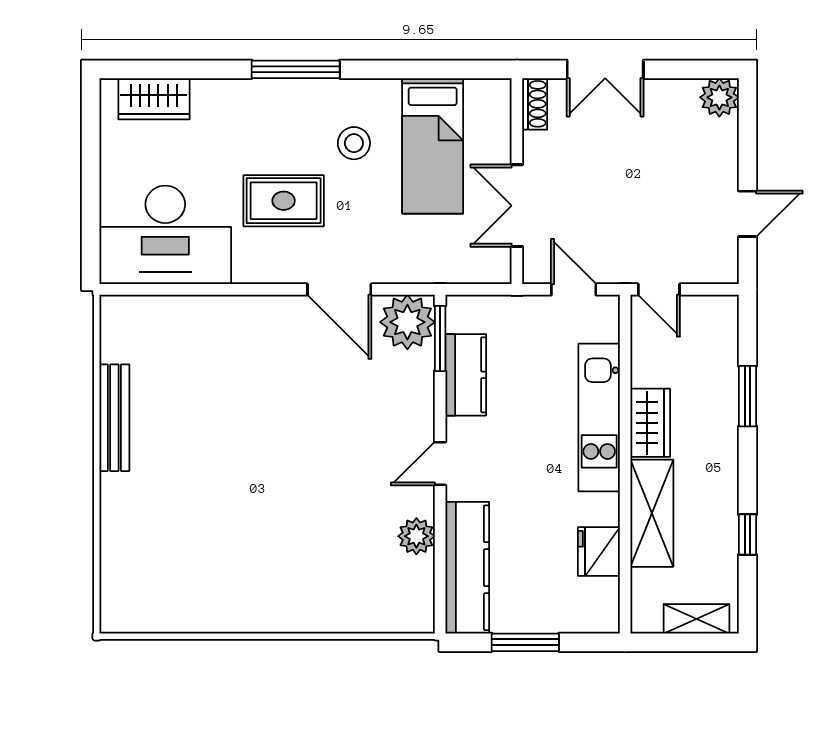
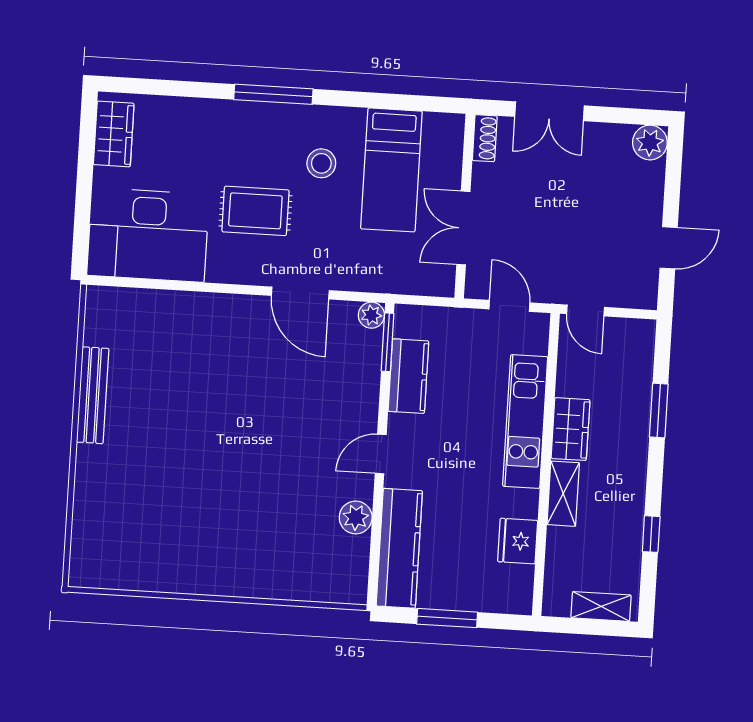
wardrobe: (154, 99) -> (114, 134), moved, turned -90
plant: (407, 322) -> (371, 315), width x0.53, depth x0.53
shelving: (652, 513) -> (563, 494), width x0.67, depth x0.75

